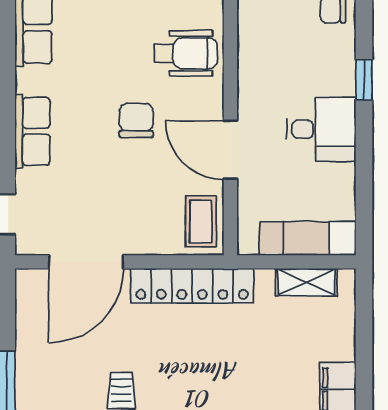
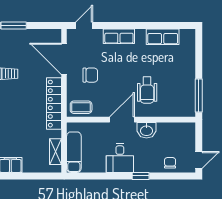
wheelchair: (186, 53) -> (147, 90), moved
washbasin: (256, 66) -> (147, 130), added
chair: (136, 120) -> (90, 75), moved
door: (230, 150) -> (122, 120), moved

